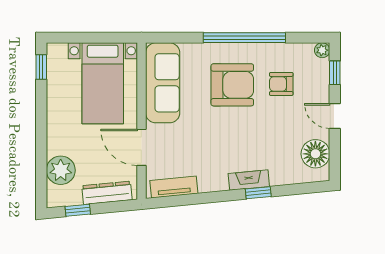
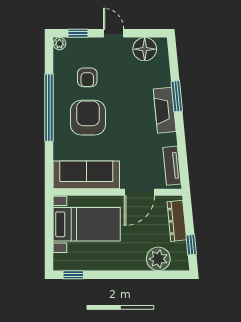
door: (335, 116) -> (114, 33), swing flipped
fireplace: (249, 180) -> (165, 110), width x1.37, depth x1.32
window: (258, 193) -> (177, 96), width x1.50

